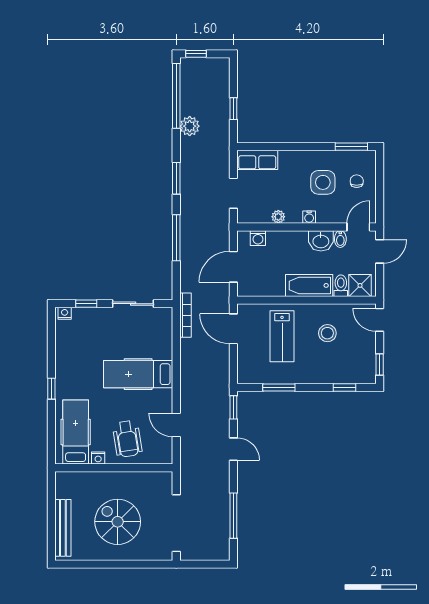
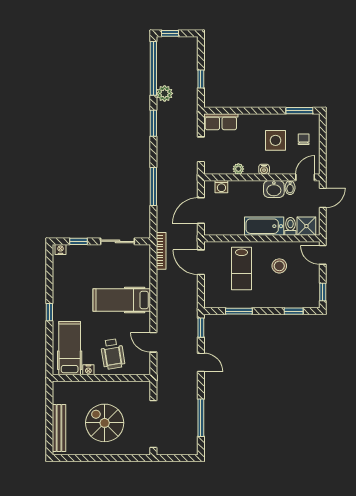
window: (176, 178) -> (153, 123), moved

